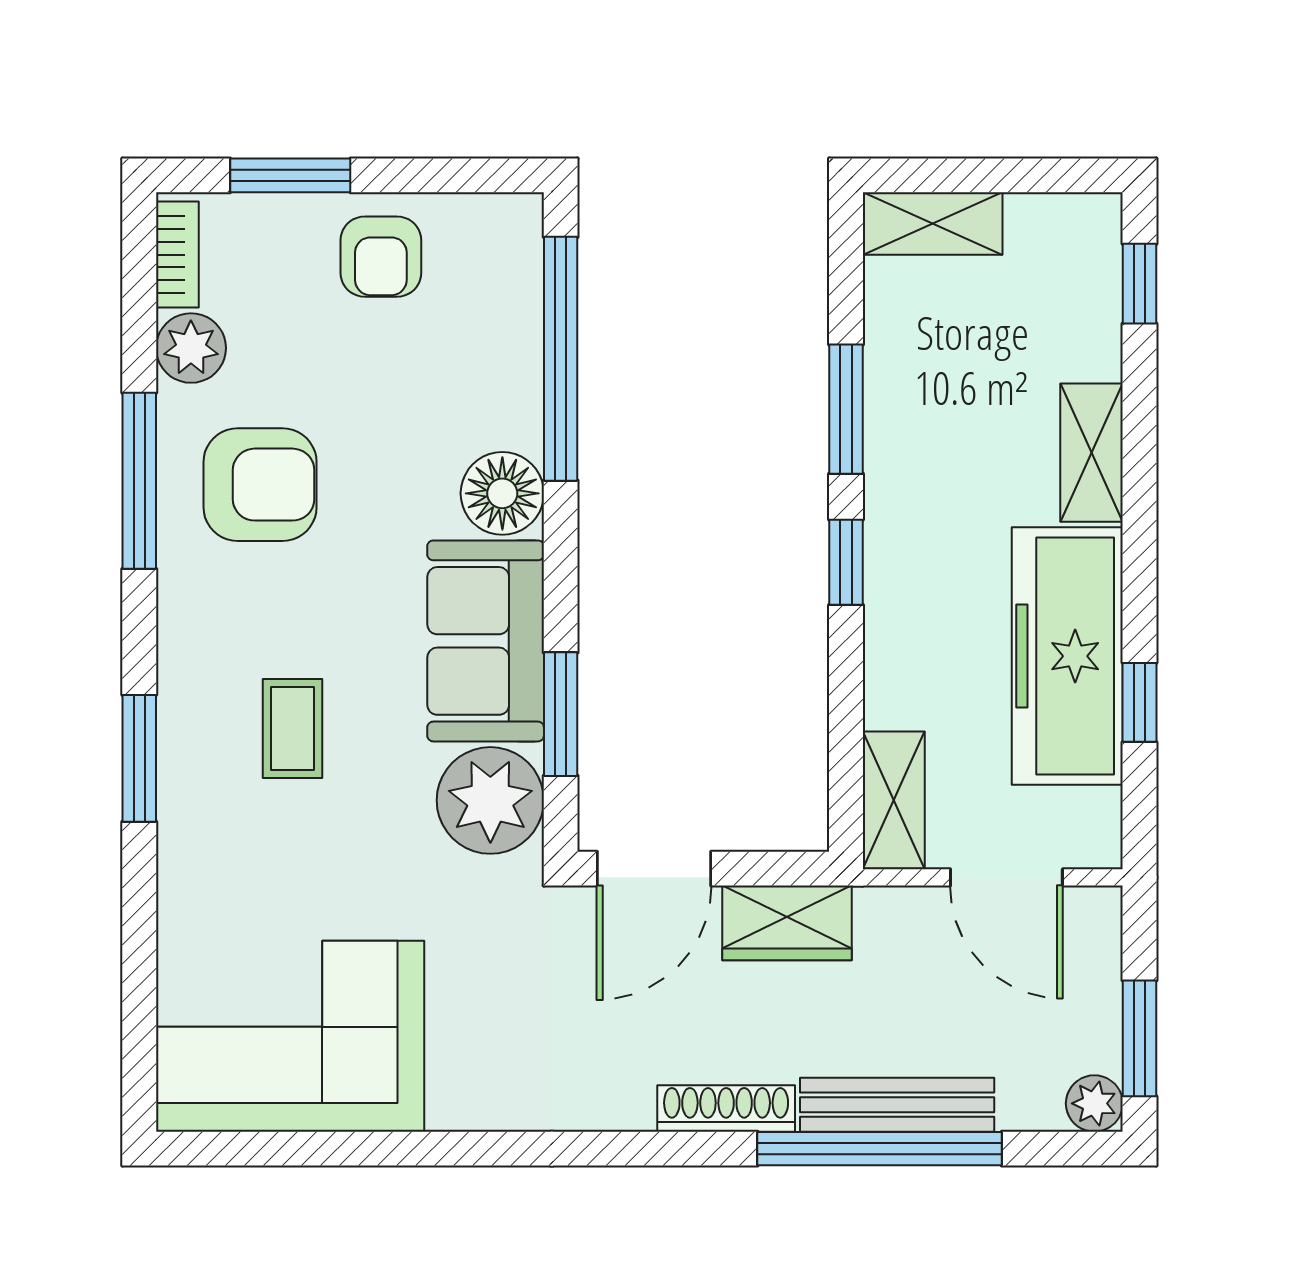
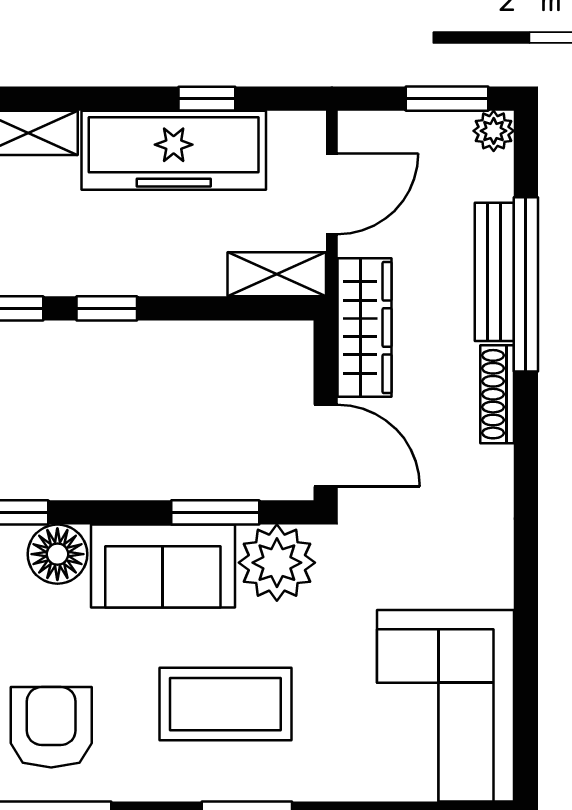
coffee table: (292, 728) -> (225, 704), width x1.86, depth x1.72
wardrobe: (787, 923) -> (365, 327), width x1.50

